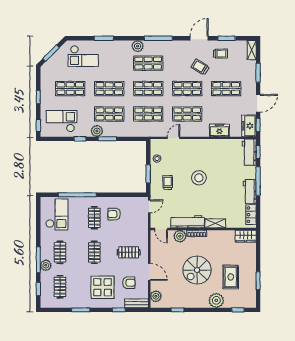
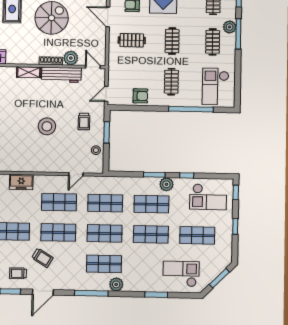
armchair: (114, 214) -> (140, 96), moved

